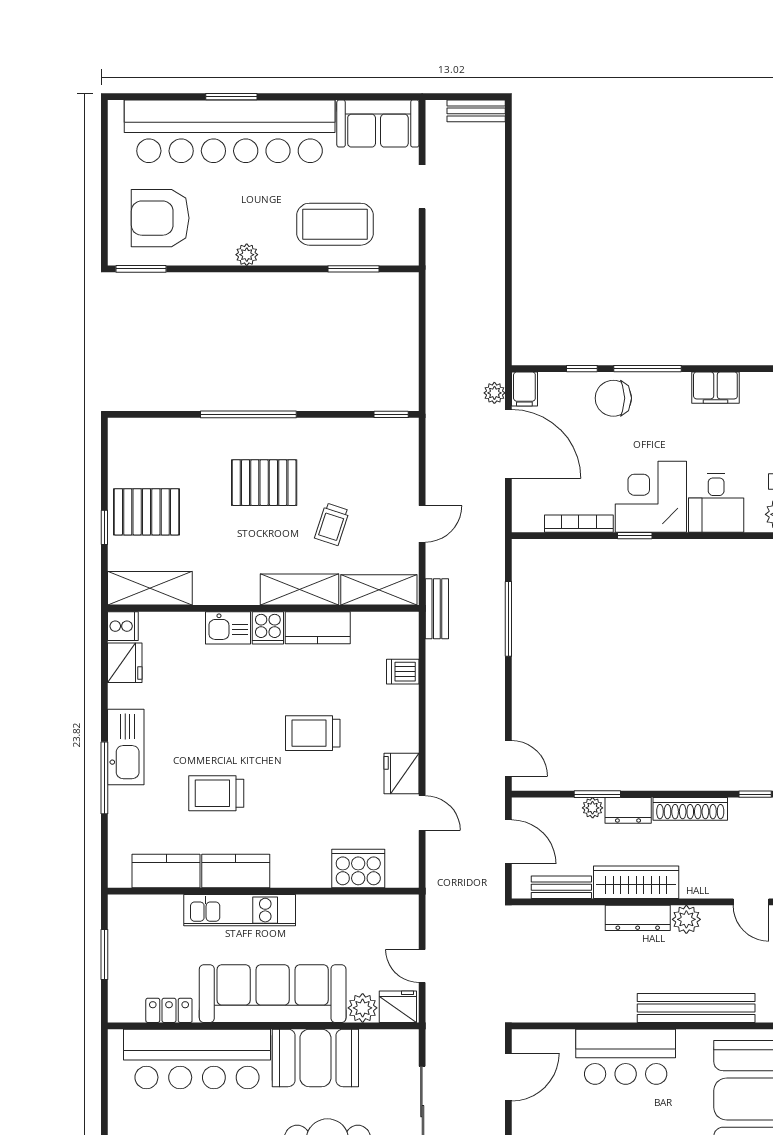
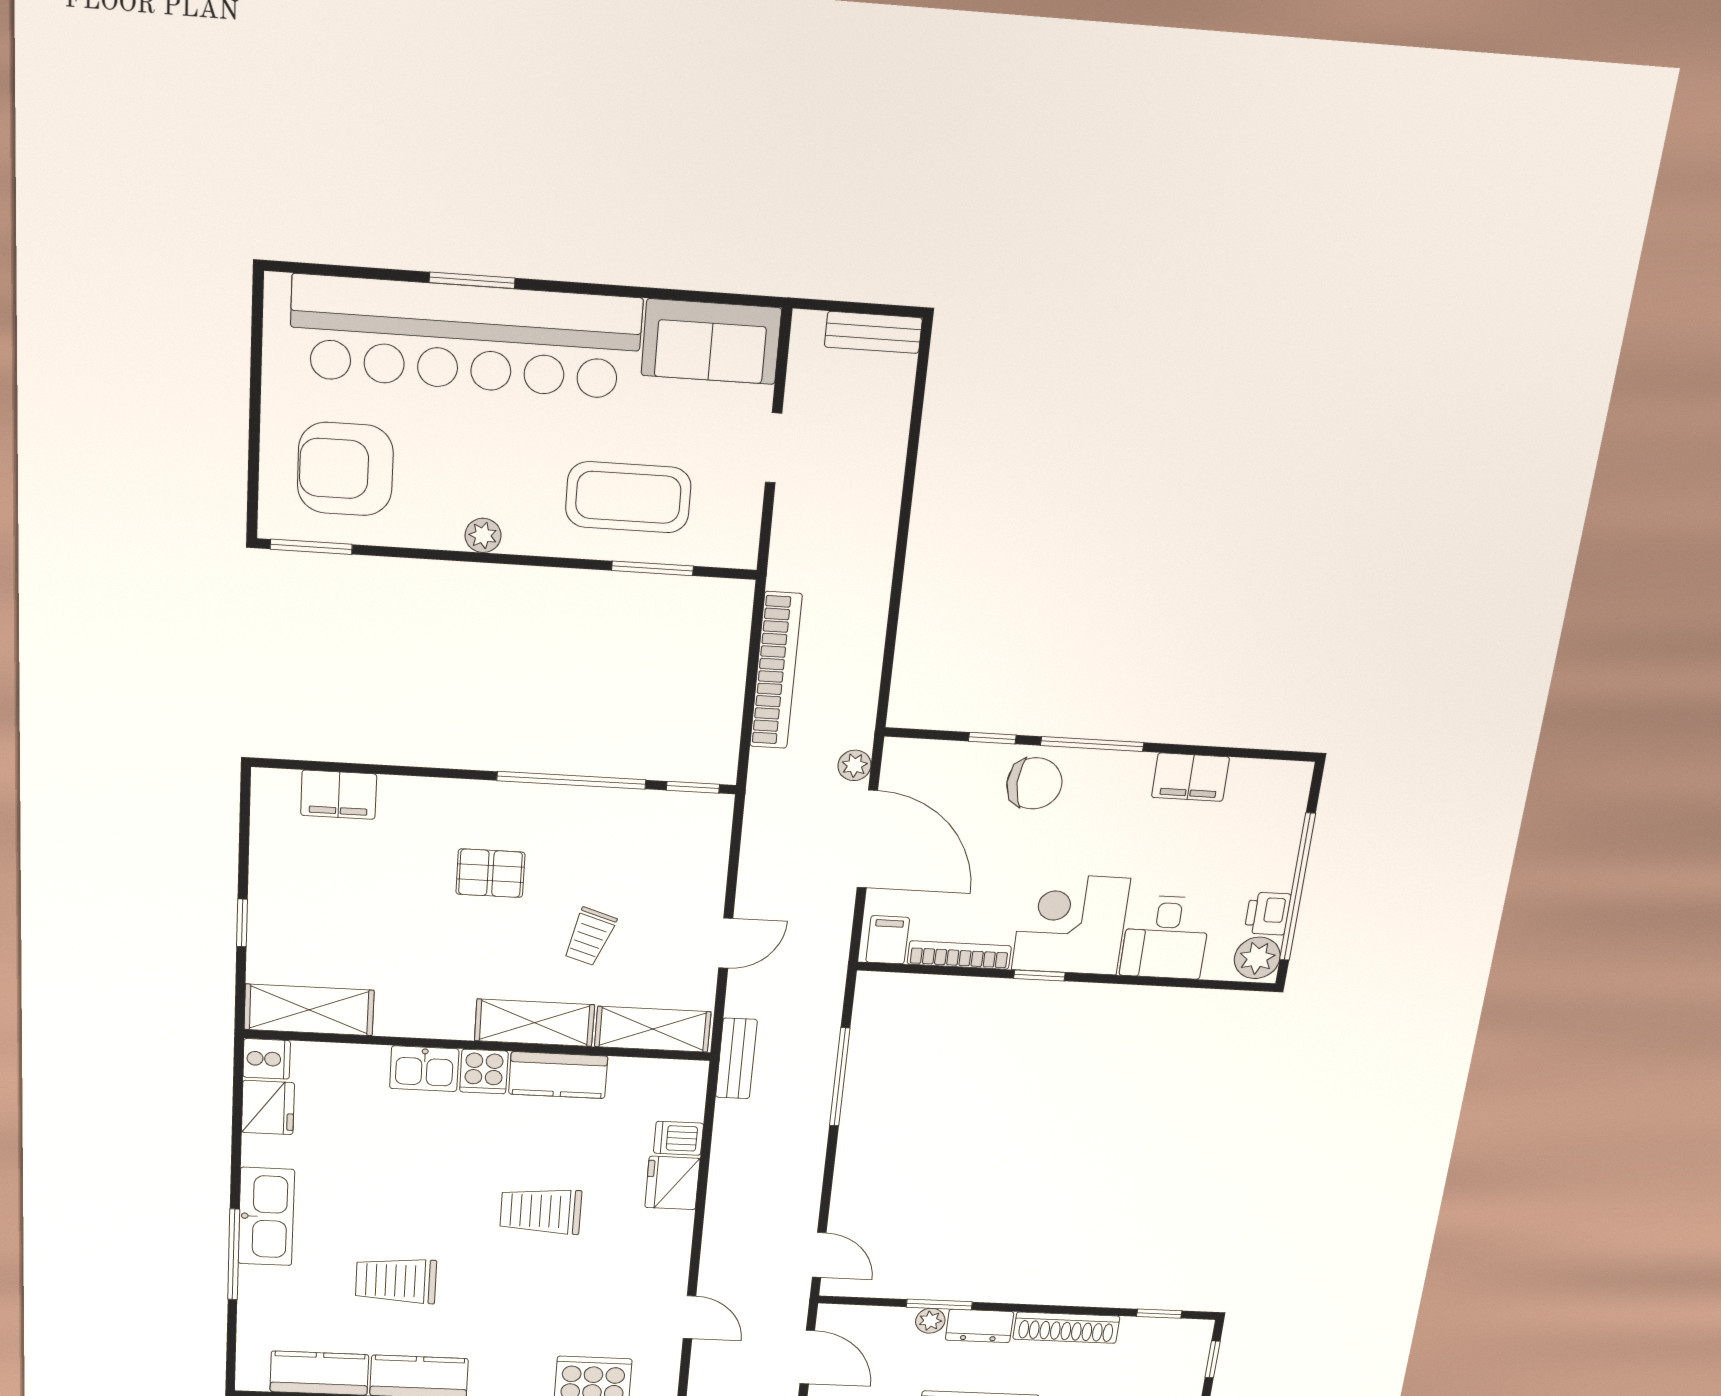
bookcase: (437, 332) -> (776, 671), added
filing cabinet: (524, 389) -> (888, 940), moved, turned 180
chair: (613, 398) -> (1034, 783), turned 180
window: (248, 414) -> (571, 780), moved
filing cabinet: (164, 433) -> (339, 795), added
pallet: (264, 483) -> (490, 873), width x0.67, depth x0.71
pallet: (147, 512) -> (308, 904), removed
fridge: (402, 773) -> (672, 1183), moved

